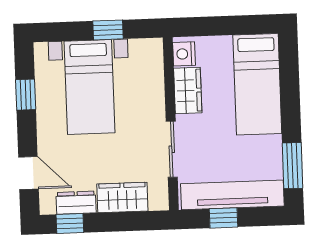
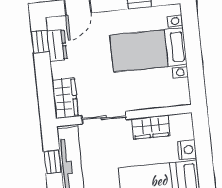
window: (108, 30) -> (194, 61), removed
nightstand: (184, 54) -> (187, 150), moved, turned 90
wardrobe: (122, 197) -> (65, 98), moved

